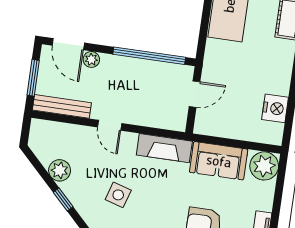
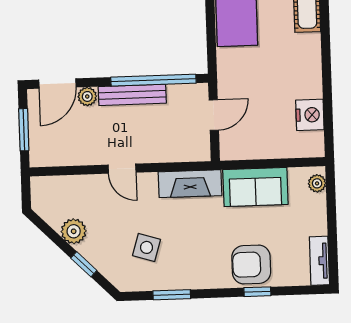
door: (68, 44) -> (57, 84), hinge flipped
bench: (62, 106) -> (132, 95), moved
plant: (264, 166) -> (317, 183), width x0.53, depth x0.53

